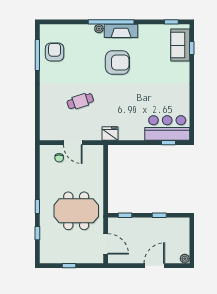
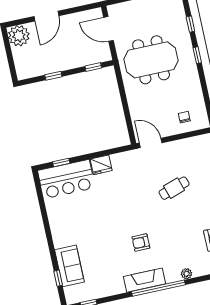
plant: (99, 29) -> (186, 274), moved
sofa: (180, 45) -> (69, 266), moved
armchair: (117, 62) -> (141, 242), width x0.53, depth x0.53
fridge: (110, 133) -> (101, 165), moved
door: (73, 143) -> (151, 143), moved
plant: (185, 259) -> (19, 36), width x1.88, depth x1.88

